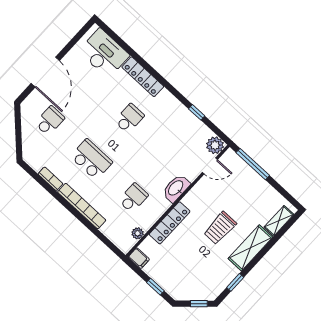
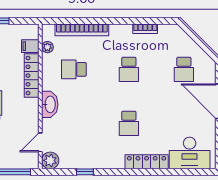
school desk: (91, 159) -> (129, 69), width x0.54
school desk: (133, 198) -> (74, 69), turned 90
bookcase: (82, 206) -> (82, 30), moved
filing cabinet: (139, 258) -> (30, 46), moved

